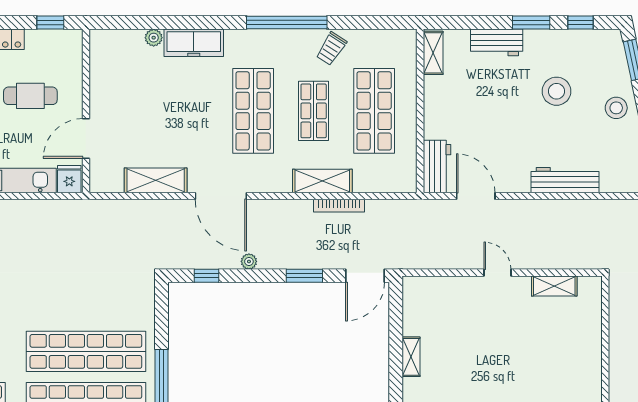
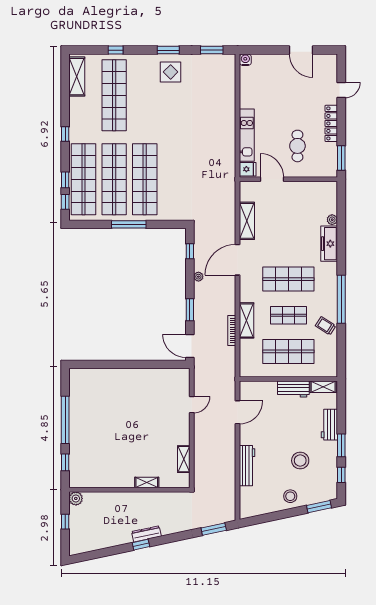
window: (50, 23) -> (341, 158), width x1.50
workbench: (437, 166) -> (293, 389), moved
door: (497, 273) -> (192, 405), moved
shelving: (411, 357) -> (147, 482), moved

